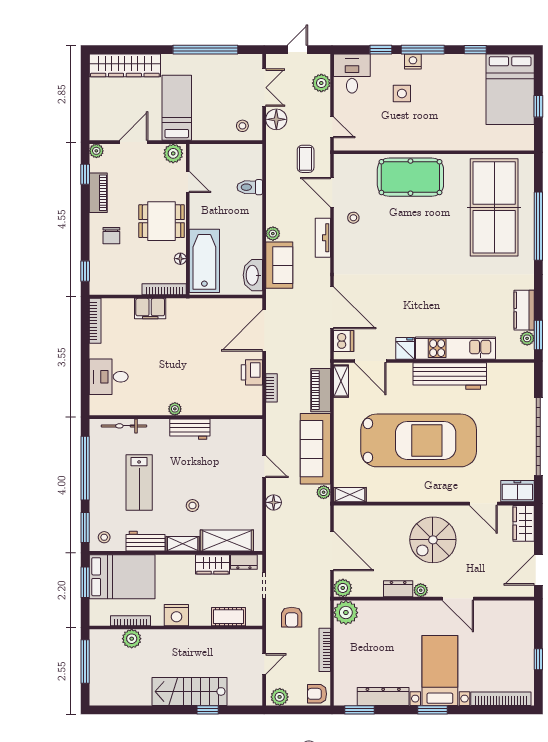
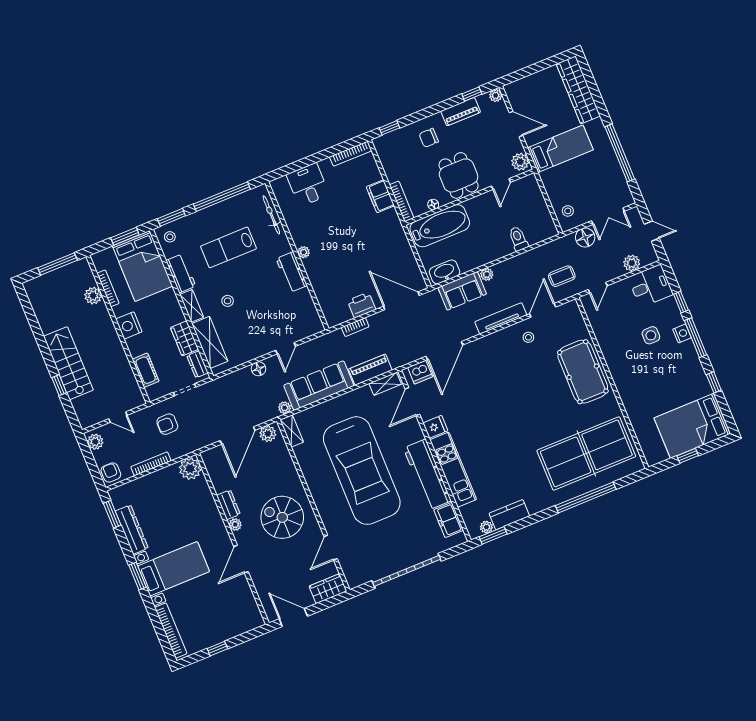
tv unit: (323, 238) -> (501, 318), width x1.41
freezer: (517, 491) -> (449, 520), moved, turned 180
plant: (343, 588) -> (268, 434), moved

